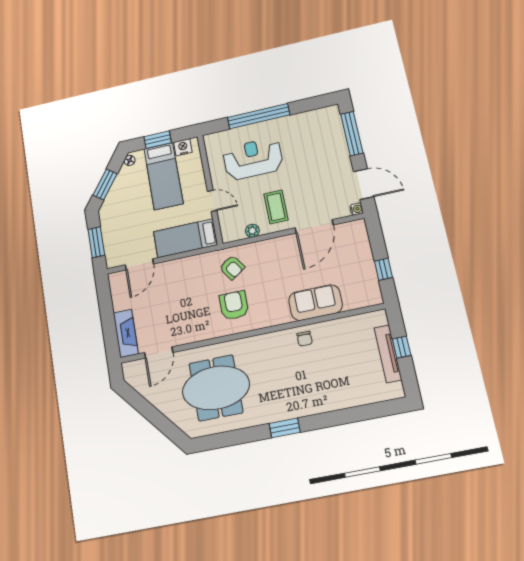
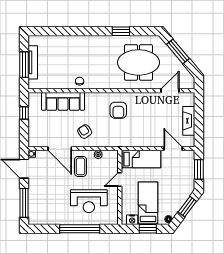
door: (212, 201) -> (120, 180), hinge flipped
door: (314, 226) -> (60, 149), swing flipped
door: (139, 264) -> (173, 149), hinge flipped
armchair: (232, 267) -> (85, 132), moved
sofa: (315, 303) -> (63, 101), width x1.36
fireplace: (126, 333) -> (189, 121), moved
window: (402, 347) -> (24, 65), width x2.17
window: (156, 418) -> (178, 51), added
window: (285, 428) -> (121, 31), moved

